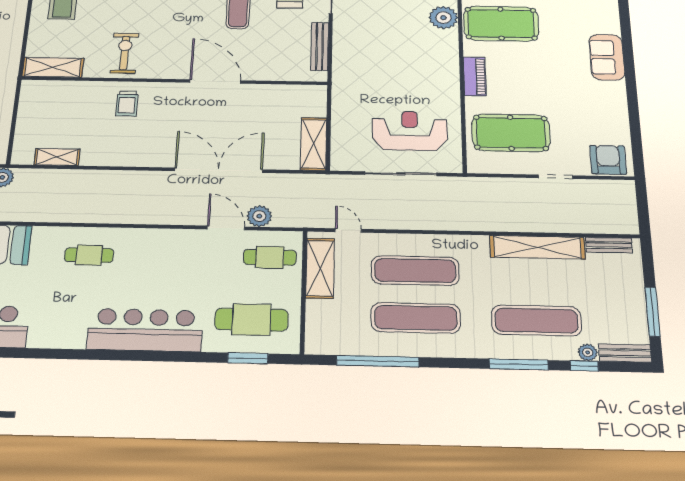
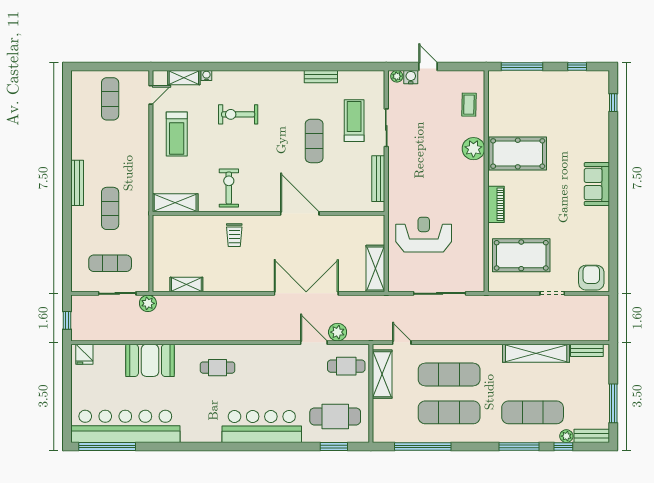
reception desk: (410, 131) -> (424, 235), moved

